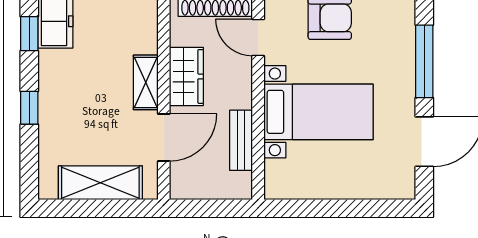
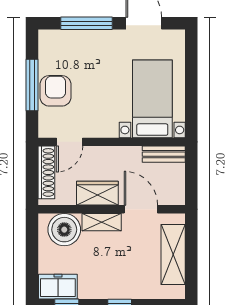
boiler: (135, 30) -> (64, 230), added
bed with nightstands: (319, 112) -> (152, 99), moved
bench: (241, 140) -> (164, 154), moved

